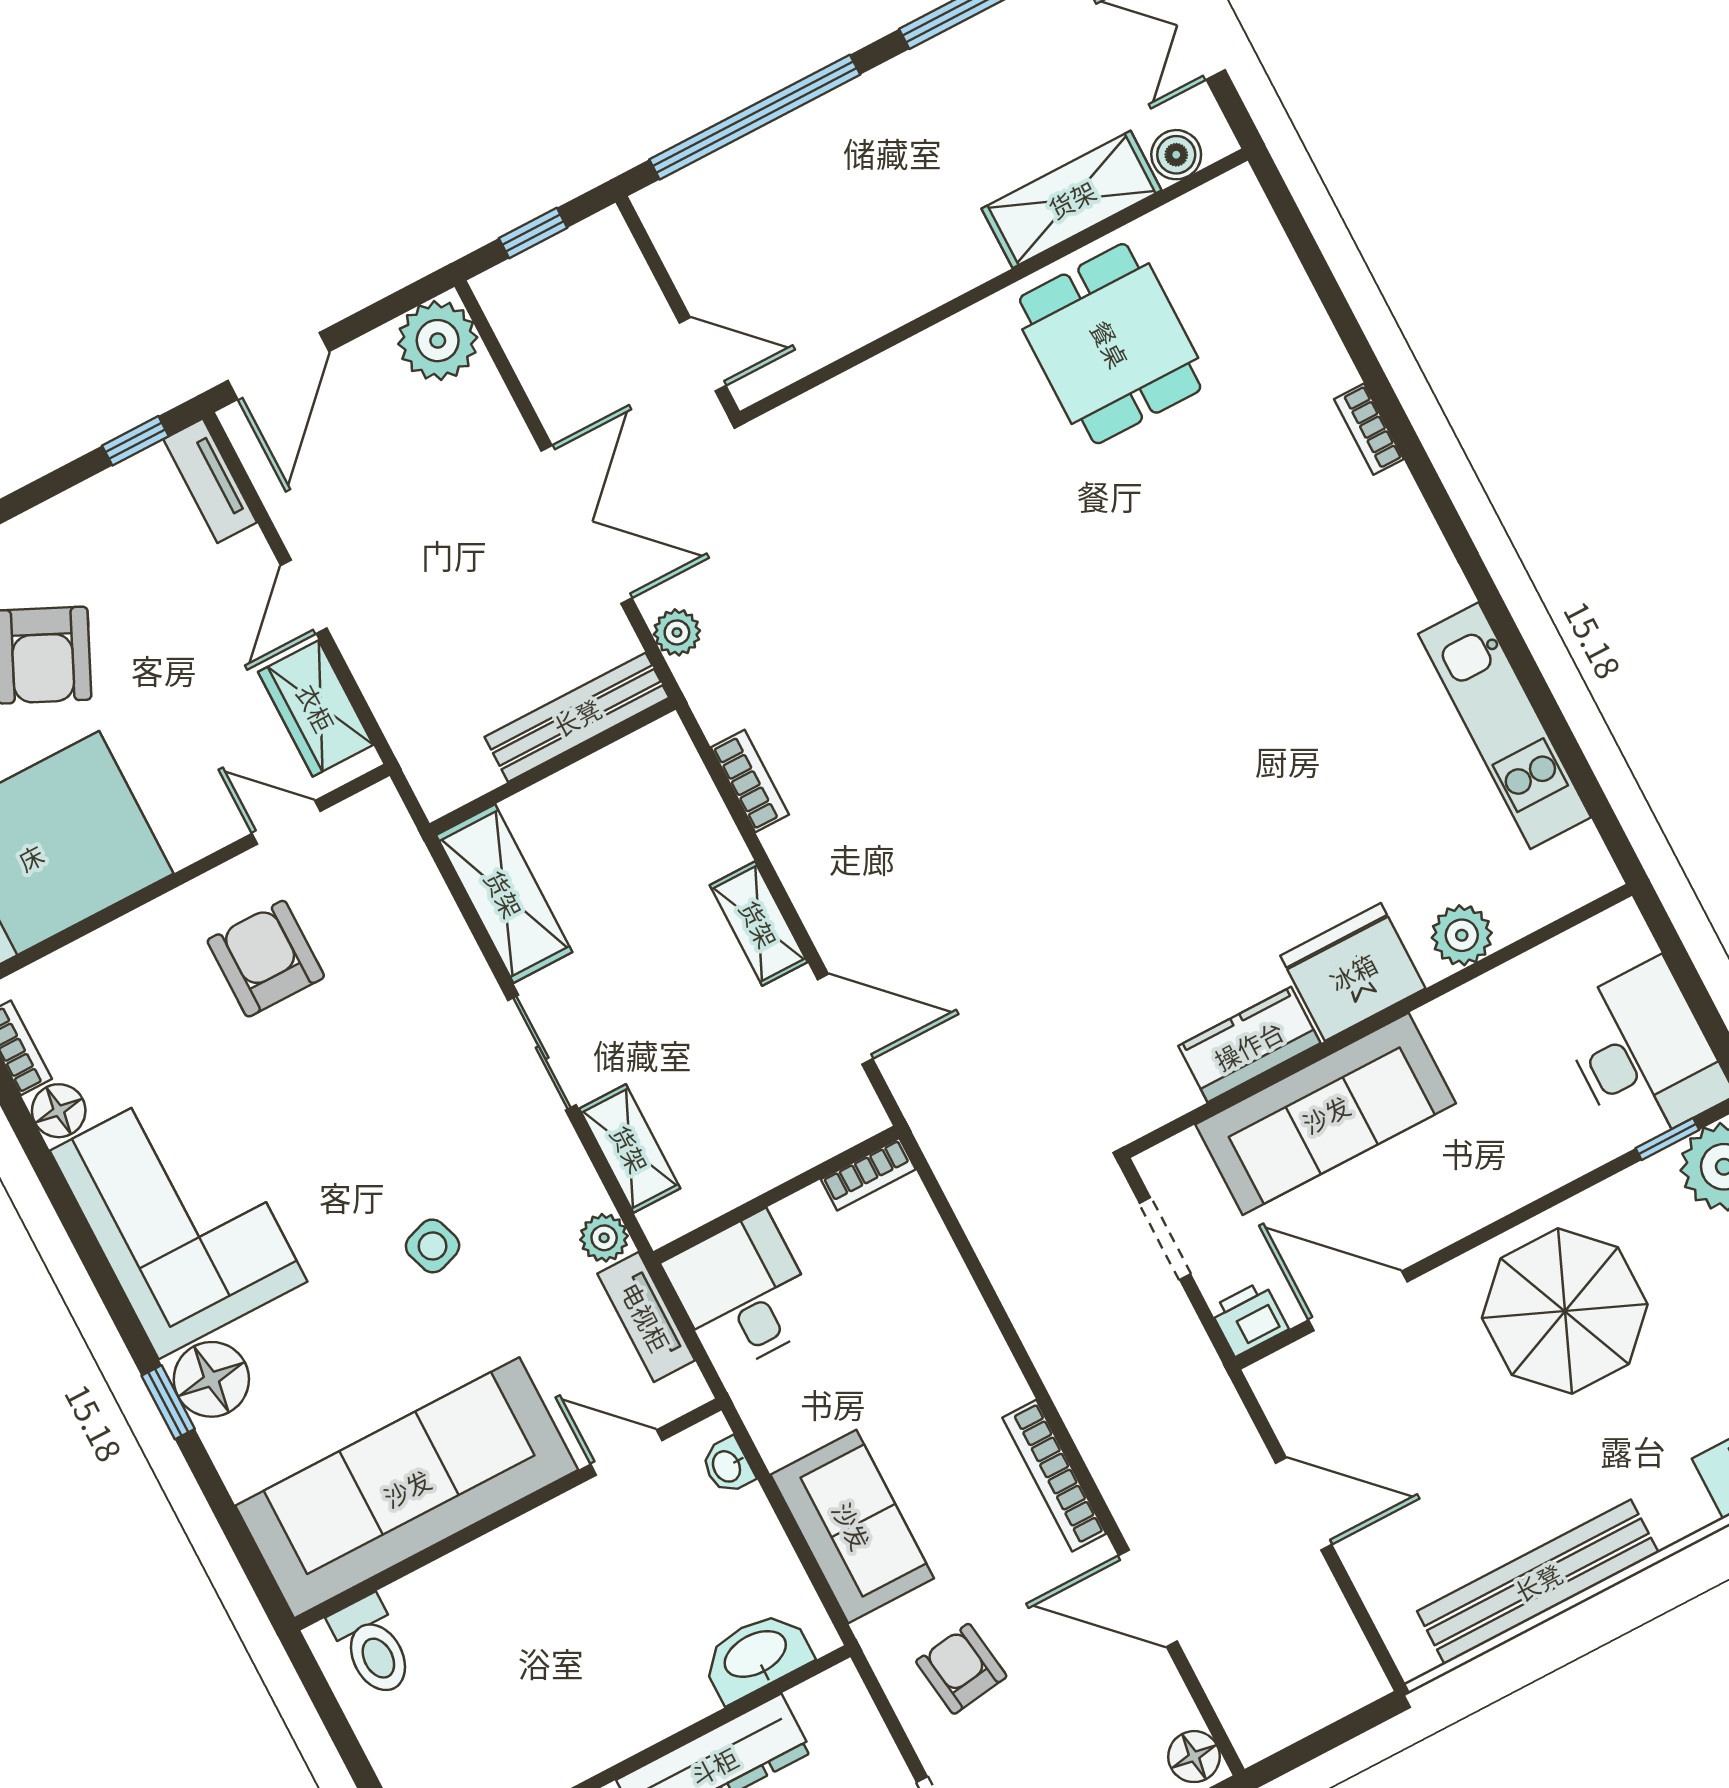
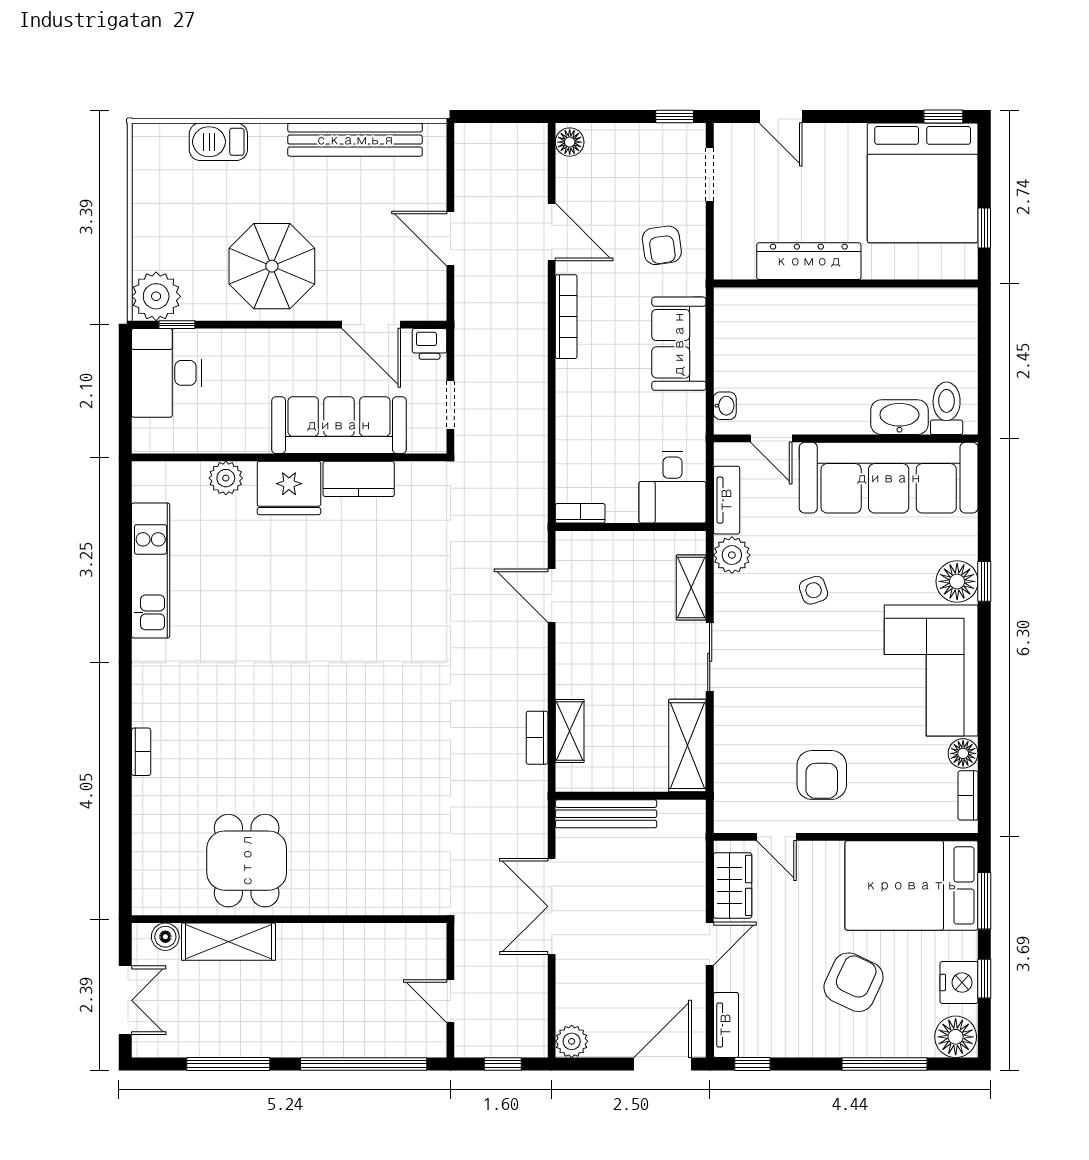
plant: (438, 341) -> (572, 1041), width x0.73, depth x0.73
door: (703, 354) -> (450, 1001), moved
plant: (677, 632) -> (535, 830), removed
shelving: (759, 924) -> (570, 731), moved
plant: (604, 1238) -> (732, 555), width x1.38, depth x1.38
washbasin: (756, 1656) -> (899, 417), moved, turned 180

